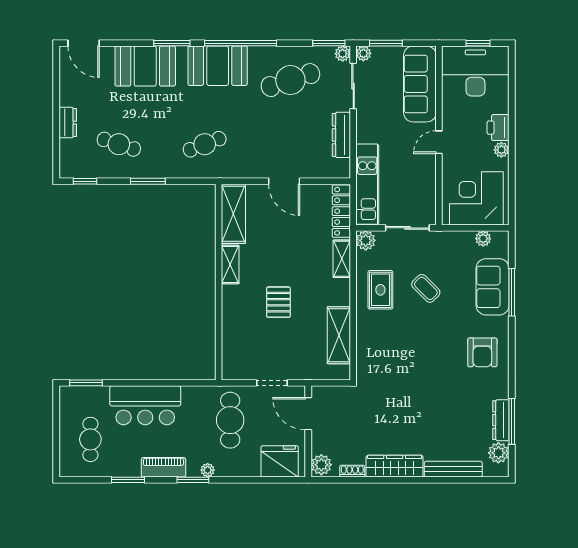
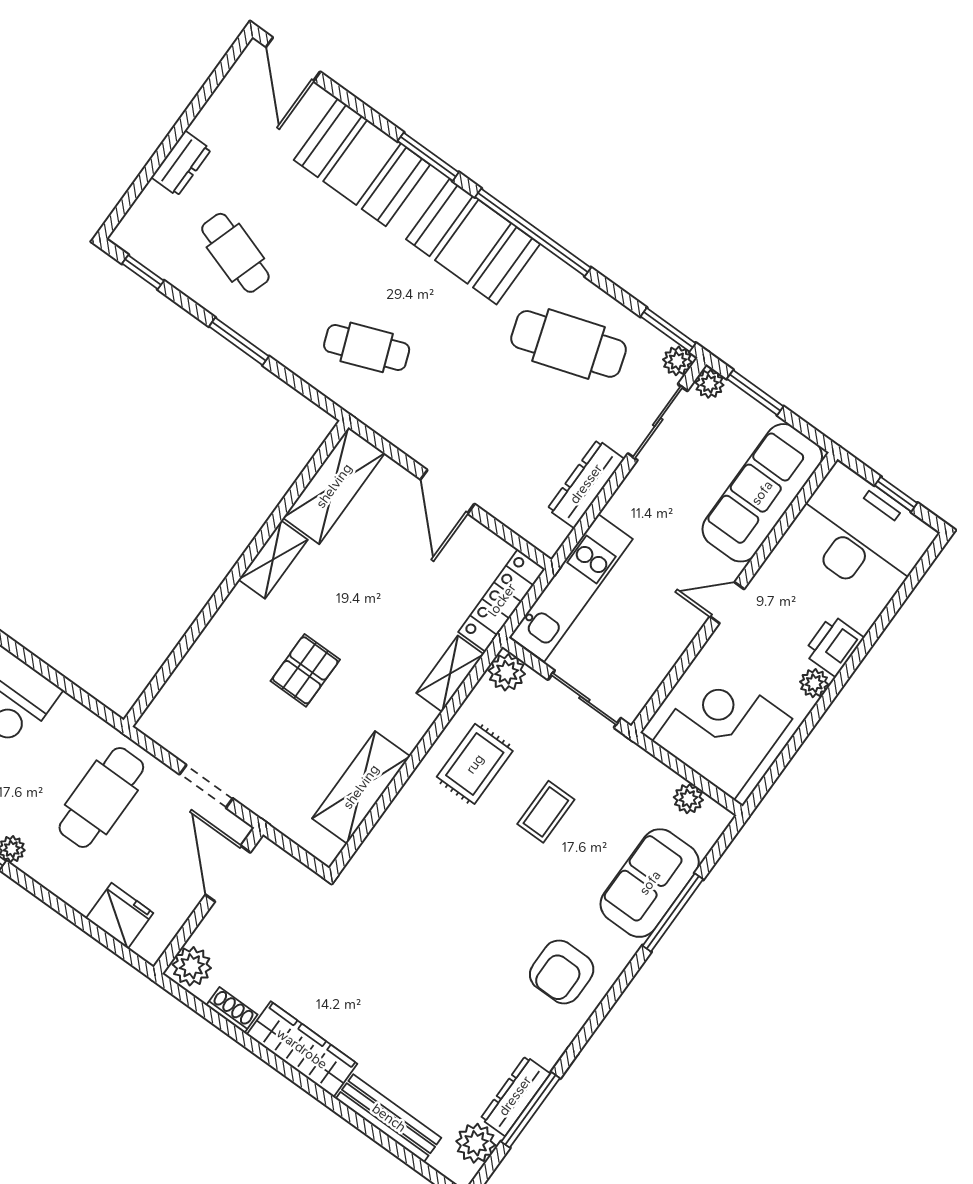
coffee table: (426, 288) -> (546, 812), turned 45
fridge: (280, 461) -> (120, 916), width x0.73, depth x0.75

